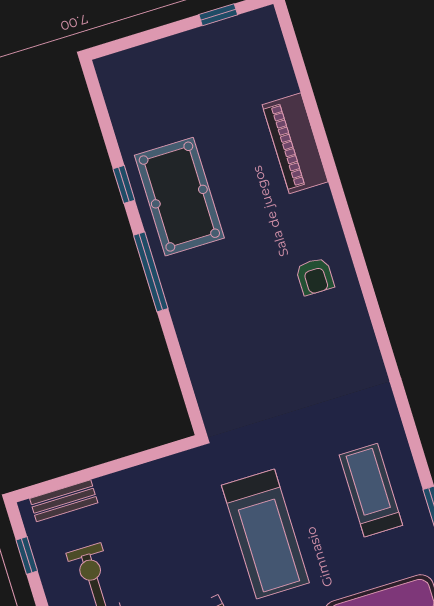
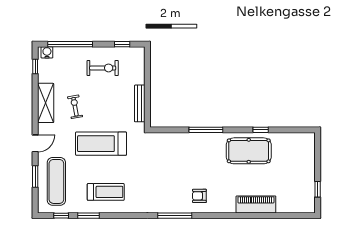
window: (151, 272) -> (206, 130), moved
window: (376, 318) -> (175, 216), added
bench: (64, 501) -> (140, 103), moved, width x1.36

